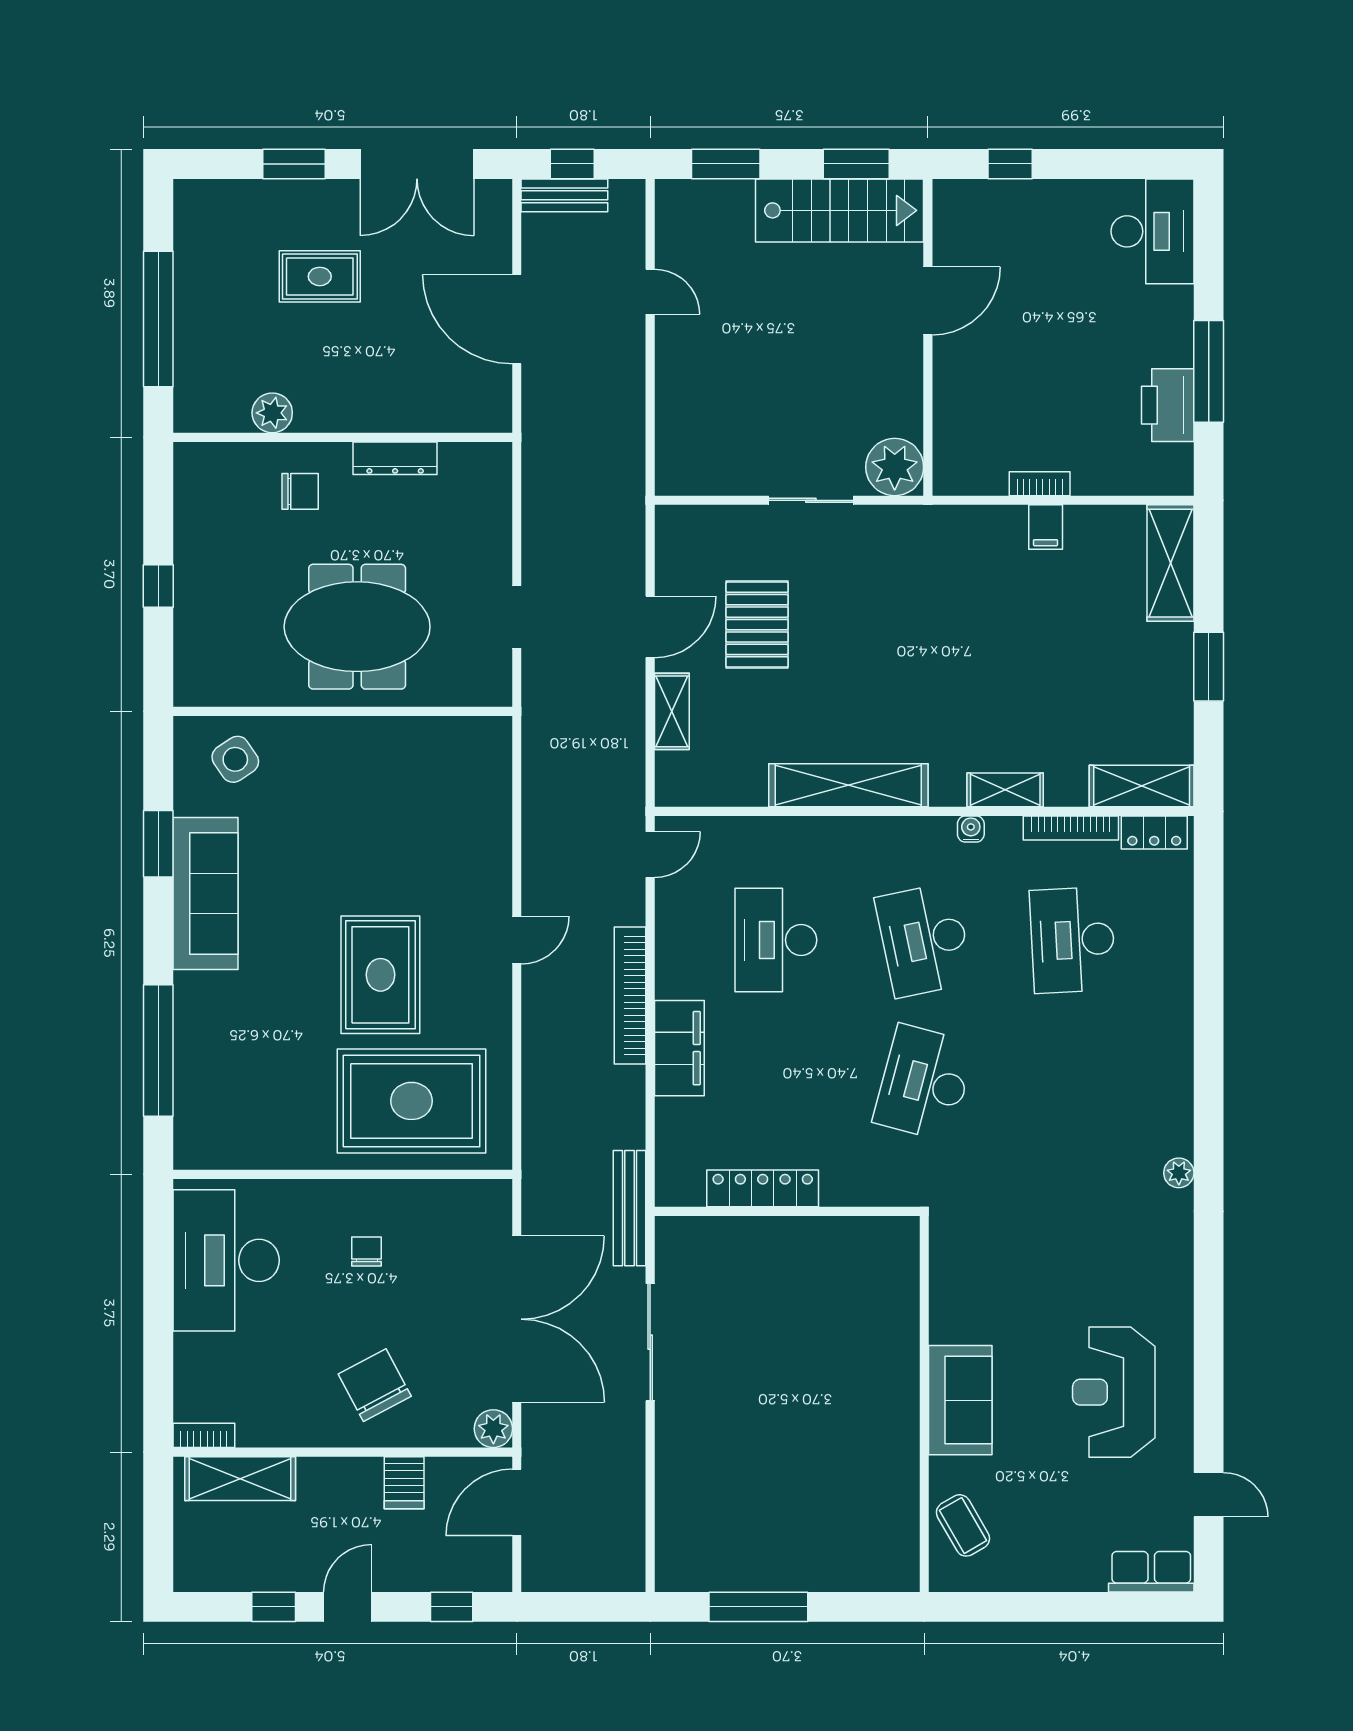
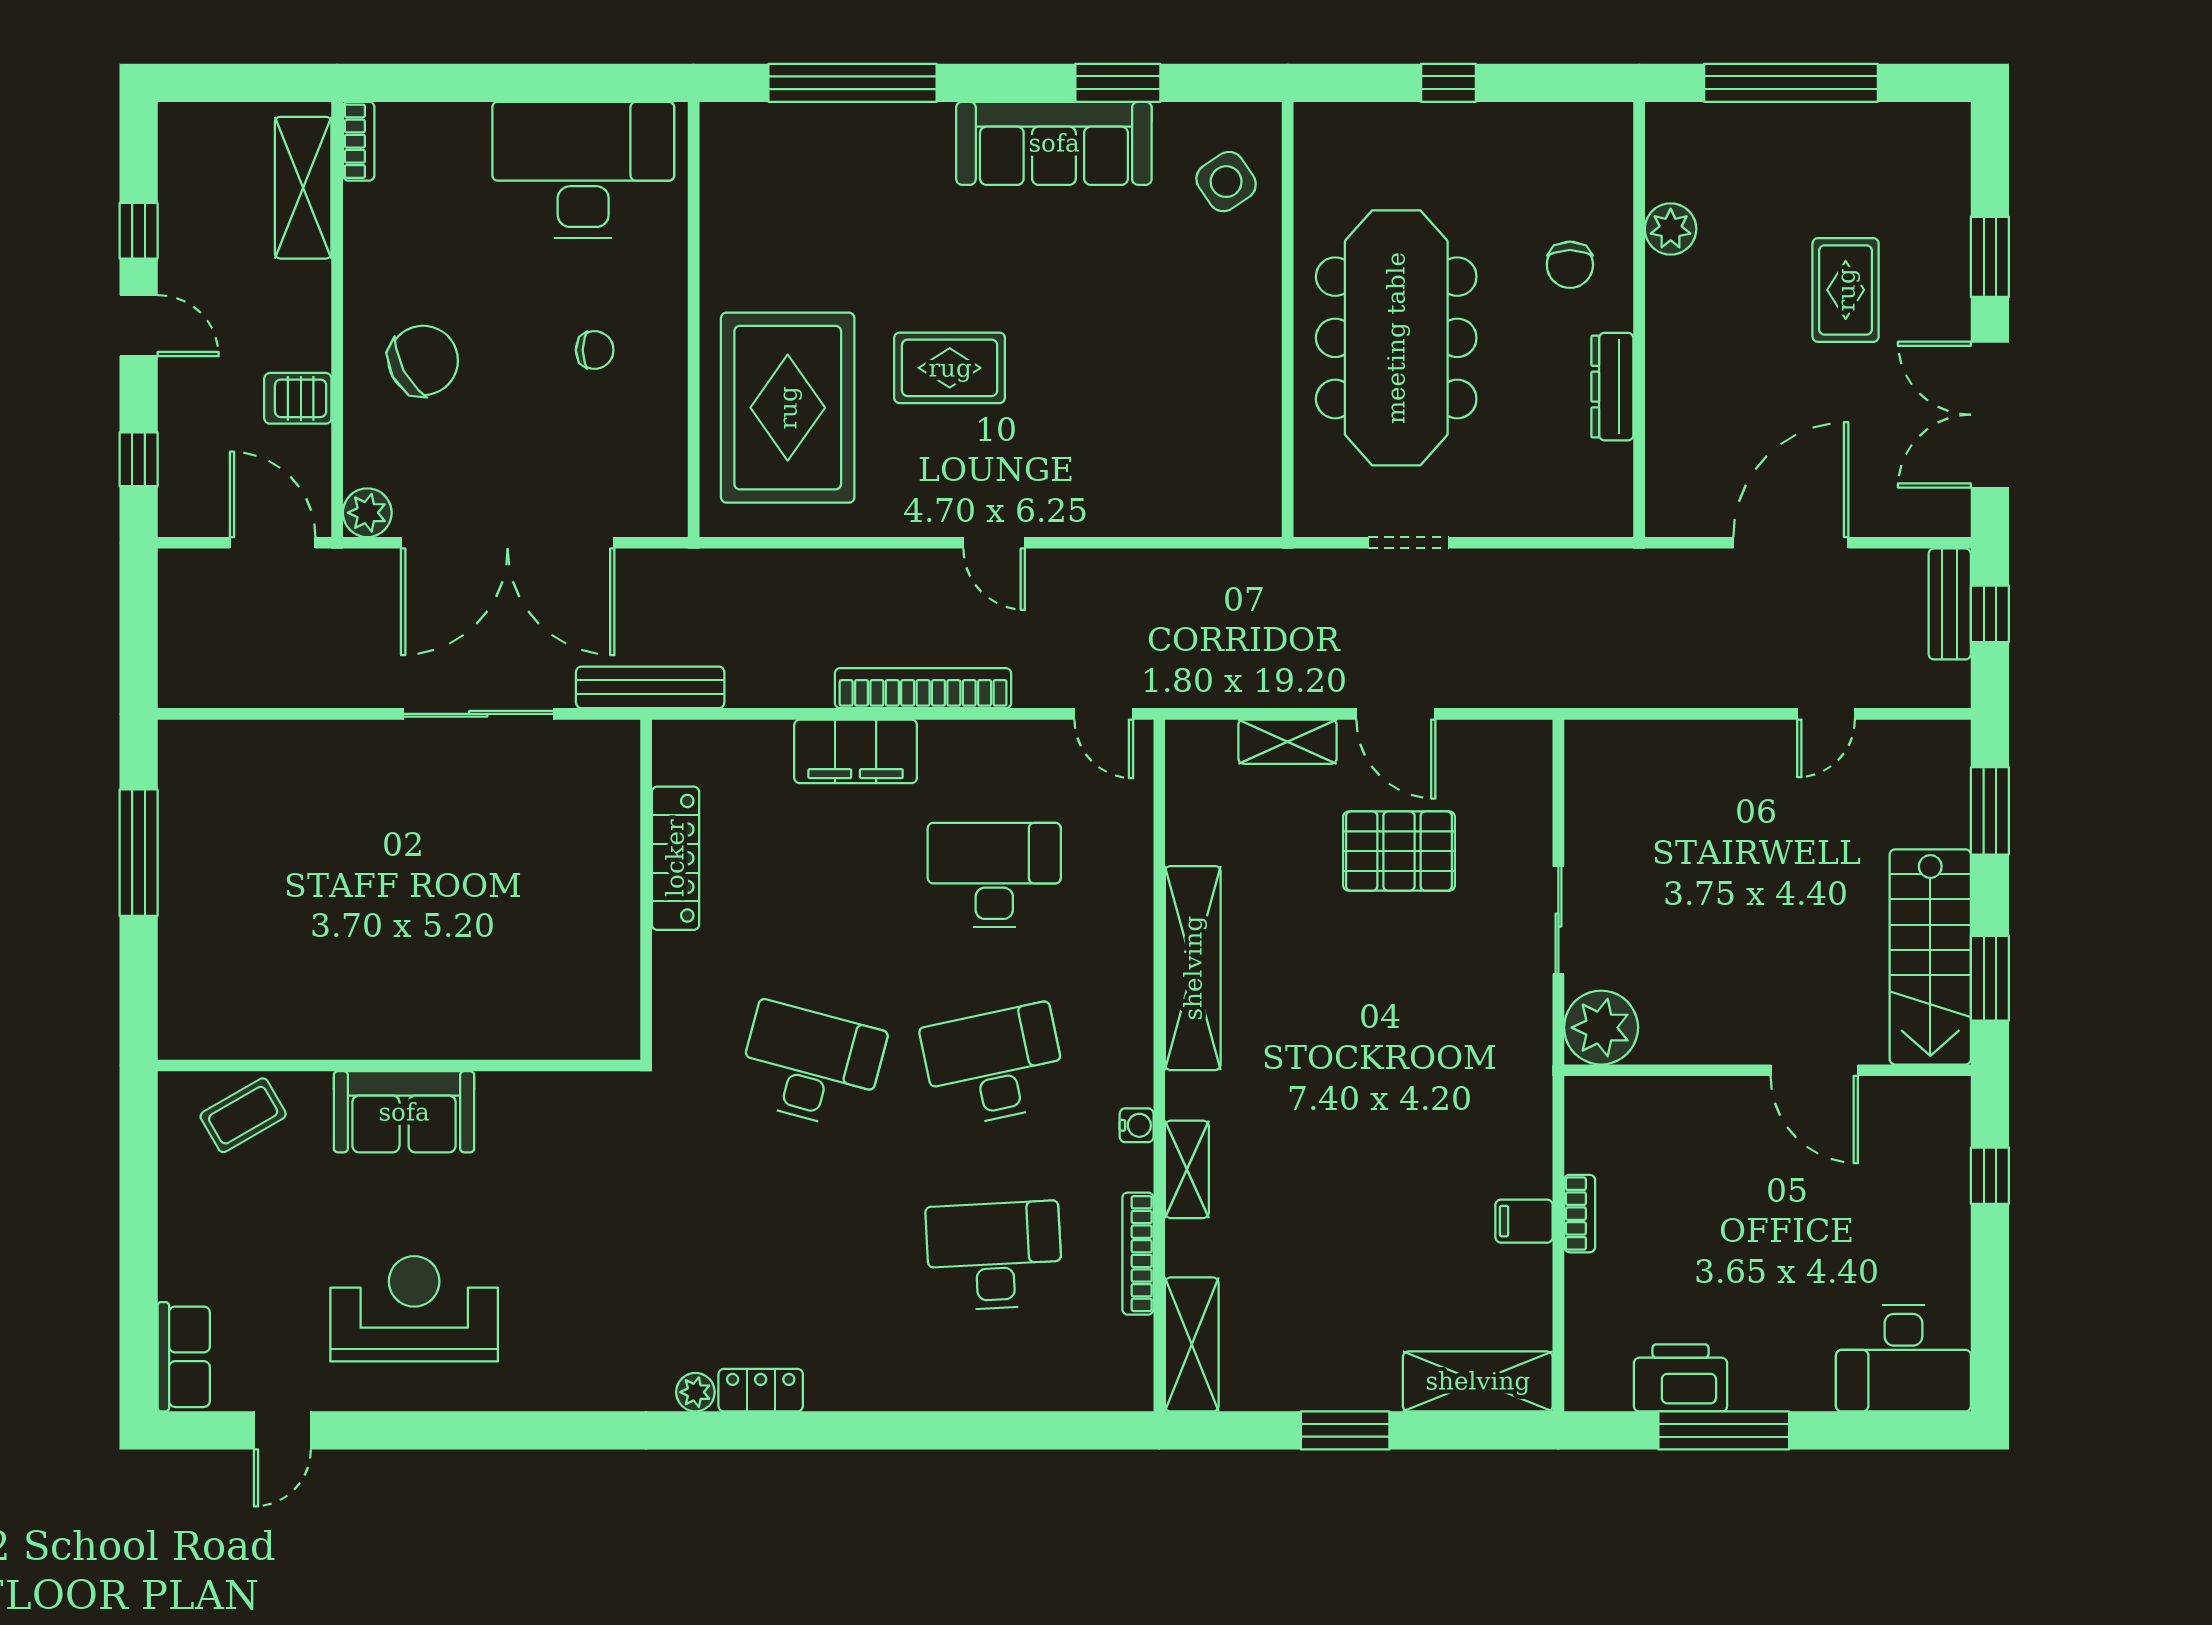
meeting table: (357, 627) -> (1396, 338), width x1.36
locker: (1154, 832) -> (761, 1390), moved, turned 90
rug: (380, 975) -> (950, 368), width x0.73, depth x0.70

